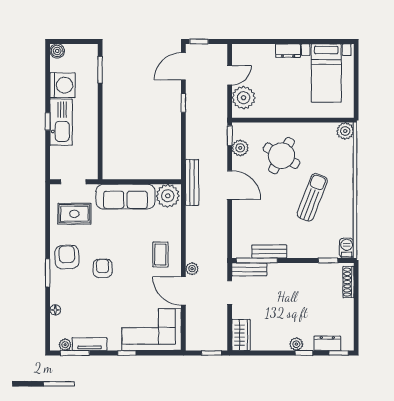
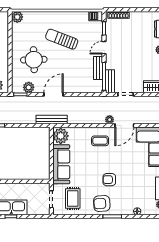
round table: (282, 156) -> (34, 60), turned -32
door: (300, 260) -> (104, 48), added

